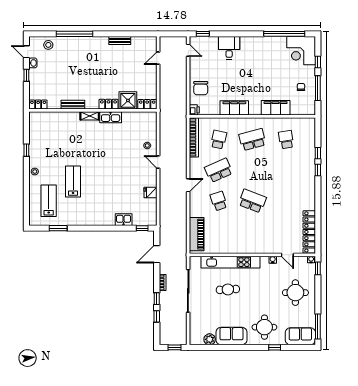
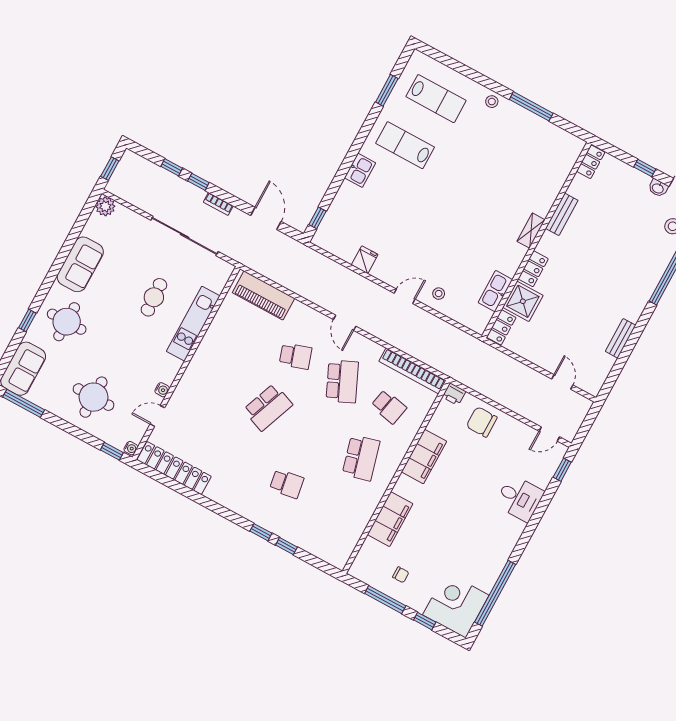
kitchen sink: (111, 117) -> (495, 291), moved
school desk: (286, 140) -> (287, 484), moved
window: (26, 150) -> (531, 106), width x2.17
lab bench: (73, 181) -> (405, 145), moved, turned 180
kitchen sink: (124, 220) -> (360, 170), moved
kitchen unit: (230, 262) -> (193, 324), width x0.73
plant: (210, 339) -> (105, 206), moved

